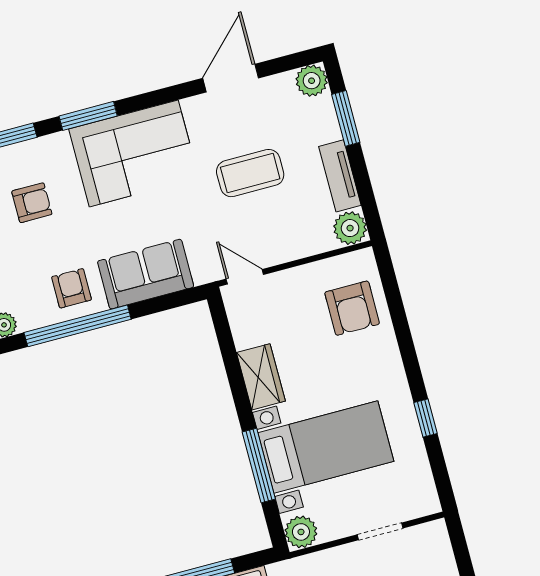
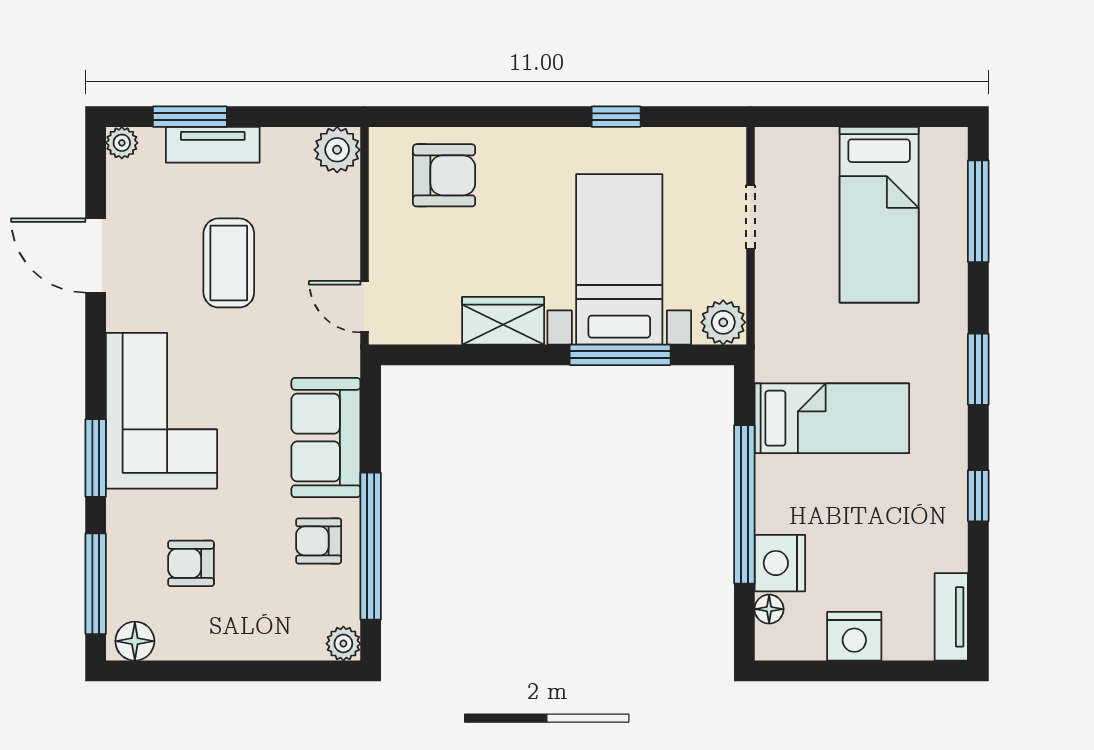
plant: (312, 81) -> (122, 143), width x0.73, depth x0.73
tv unit: (340, 176) -> (213, 145), moved
armchair: (32, 203) -> (191, 563), turned -90
door: (245, 277) -> (365, 307), hinge flipped

